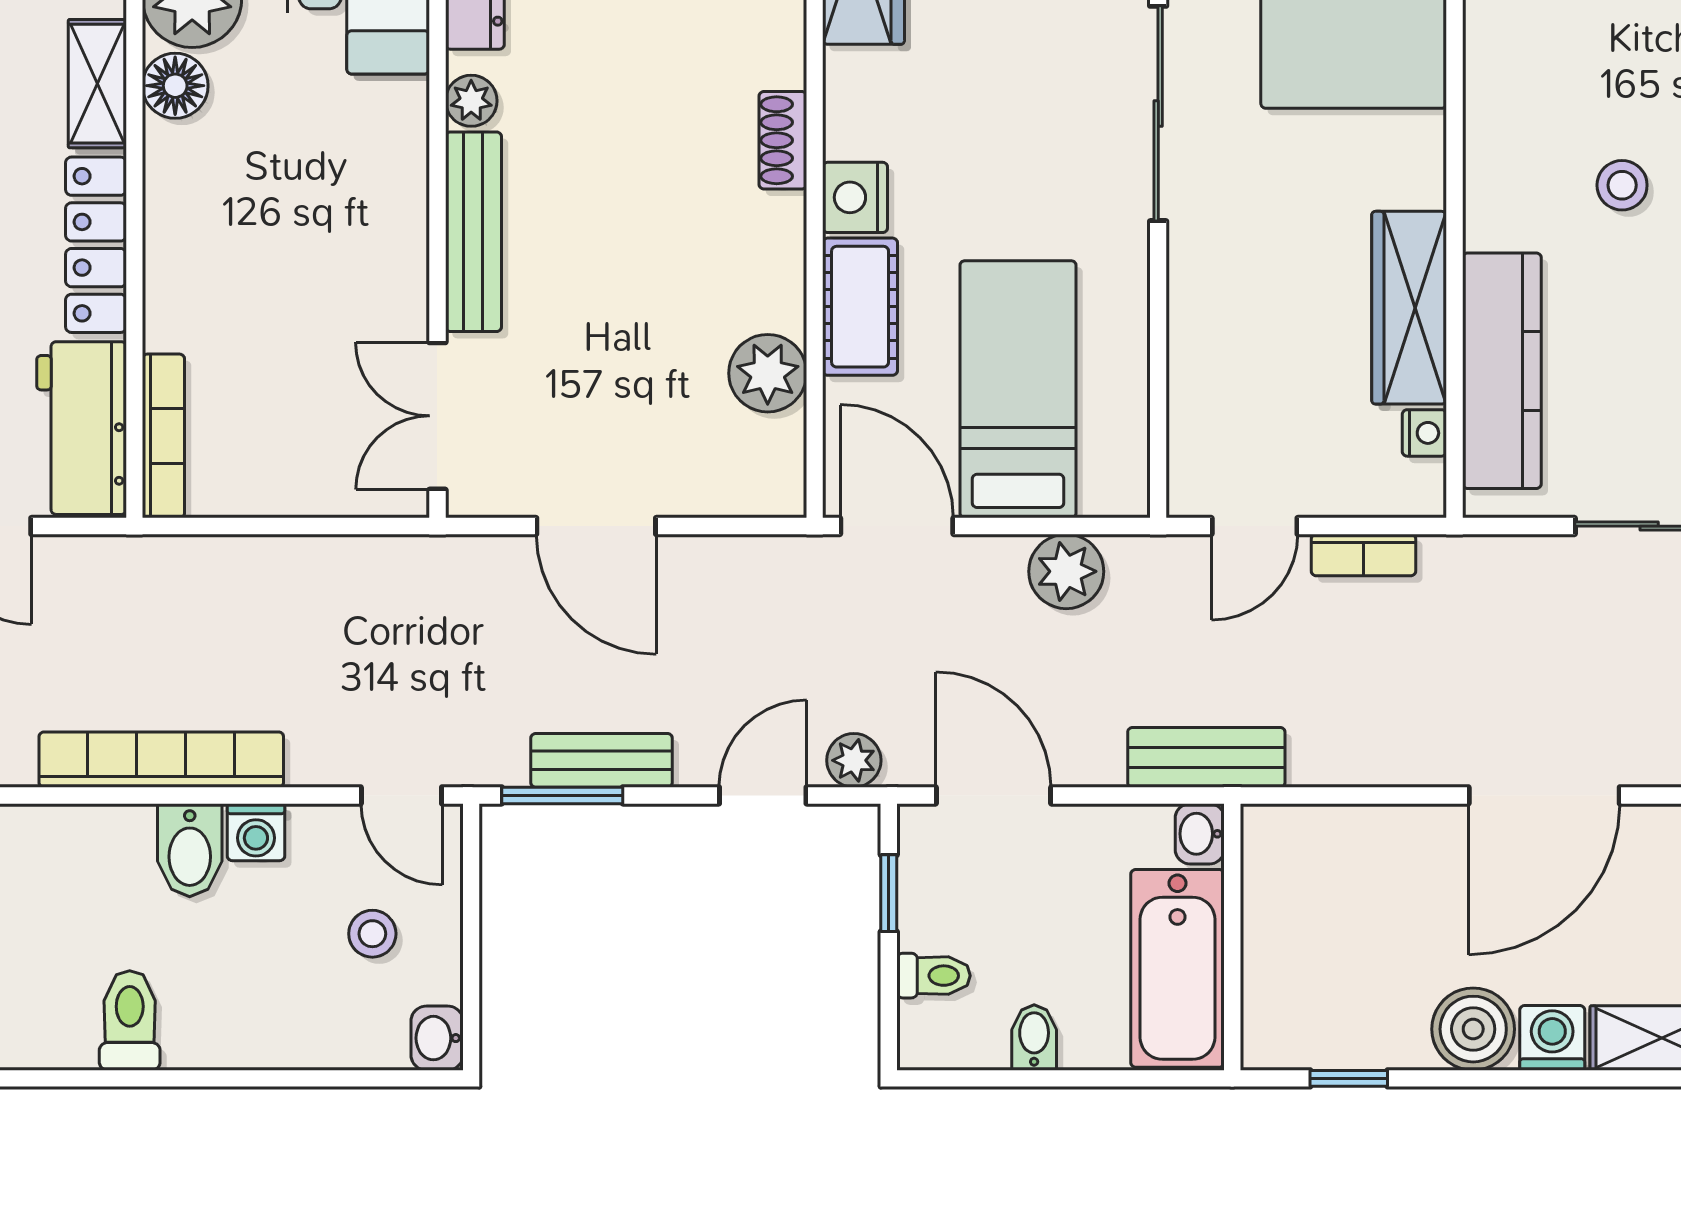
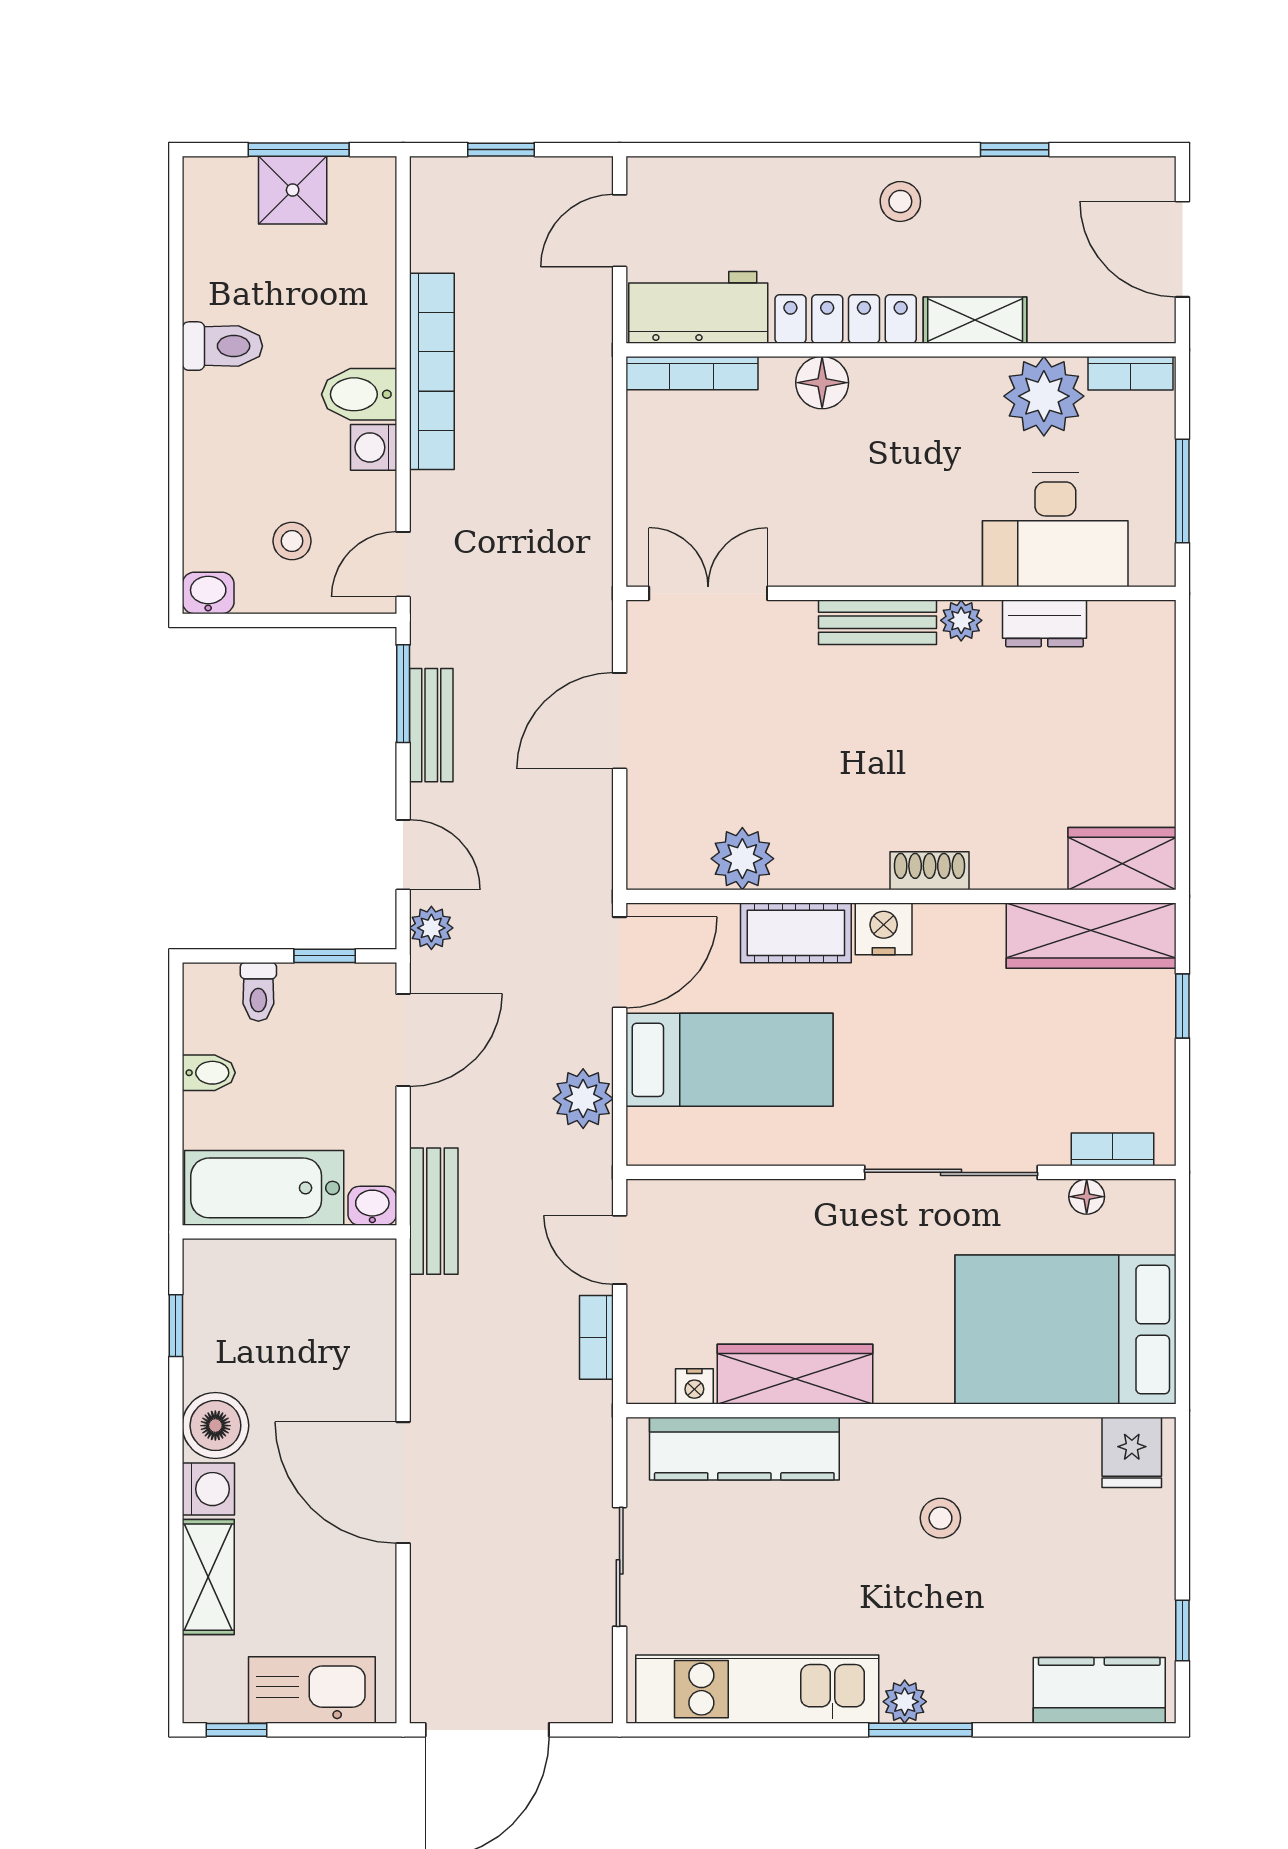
floor lamp: (175, 86) -> (822, 383), moved
stool: (1622, 185) -> (940, 1518), moved
bench: (473, 232) -> (877, 622), width x0.73

